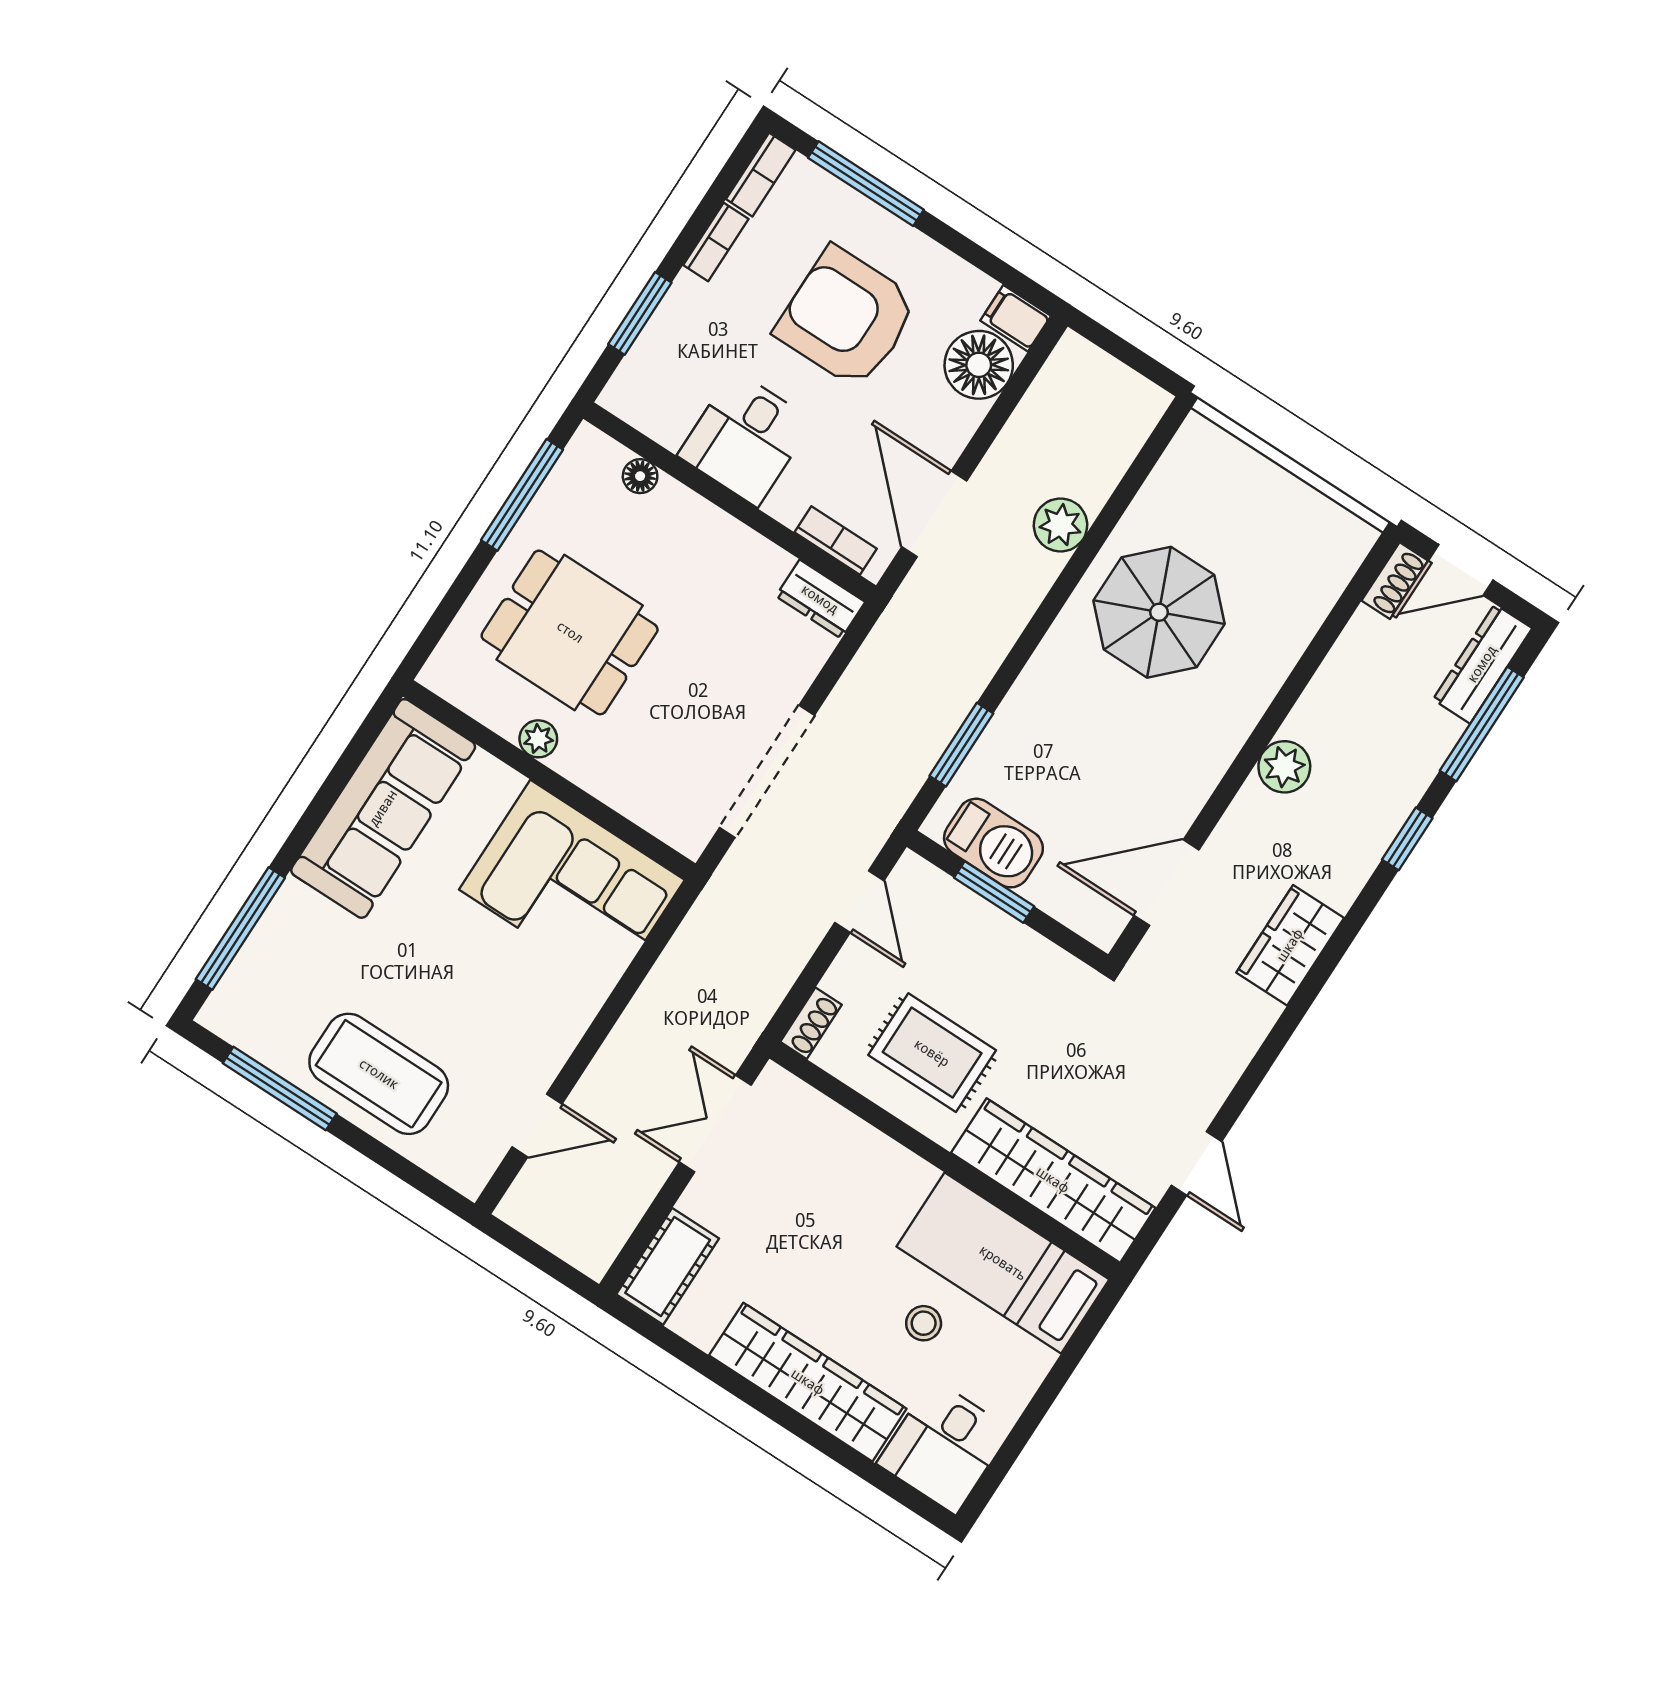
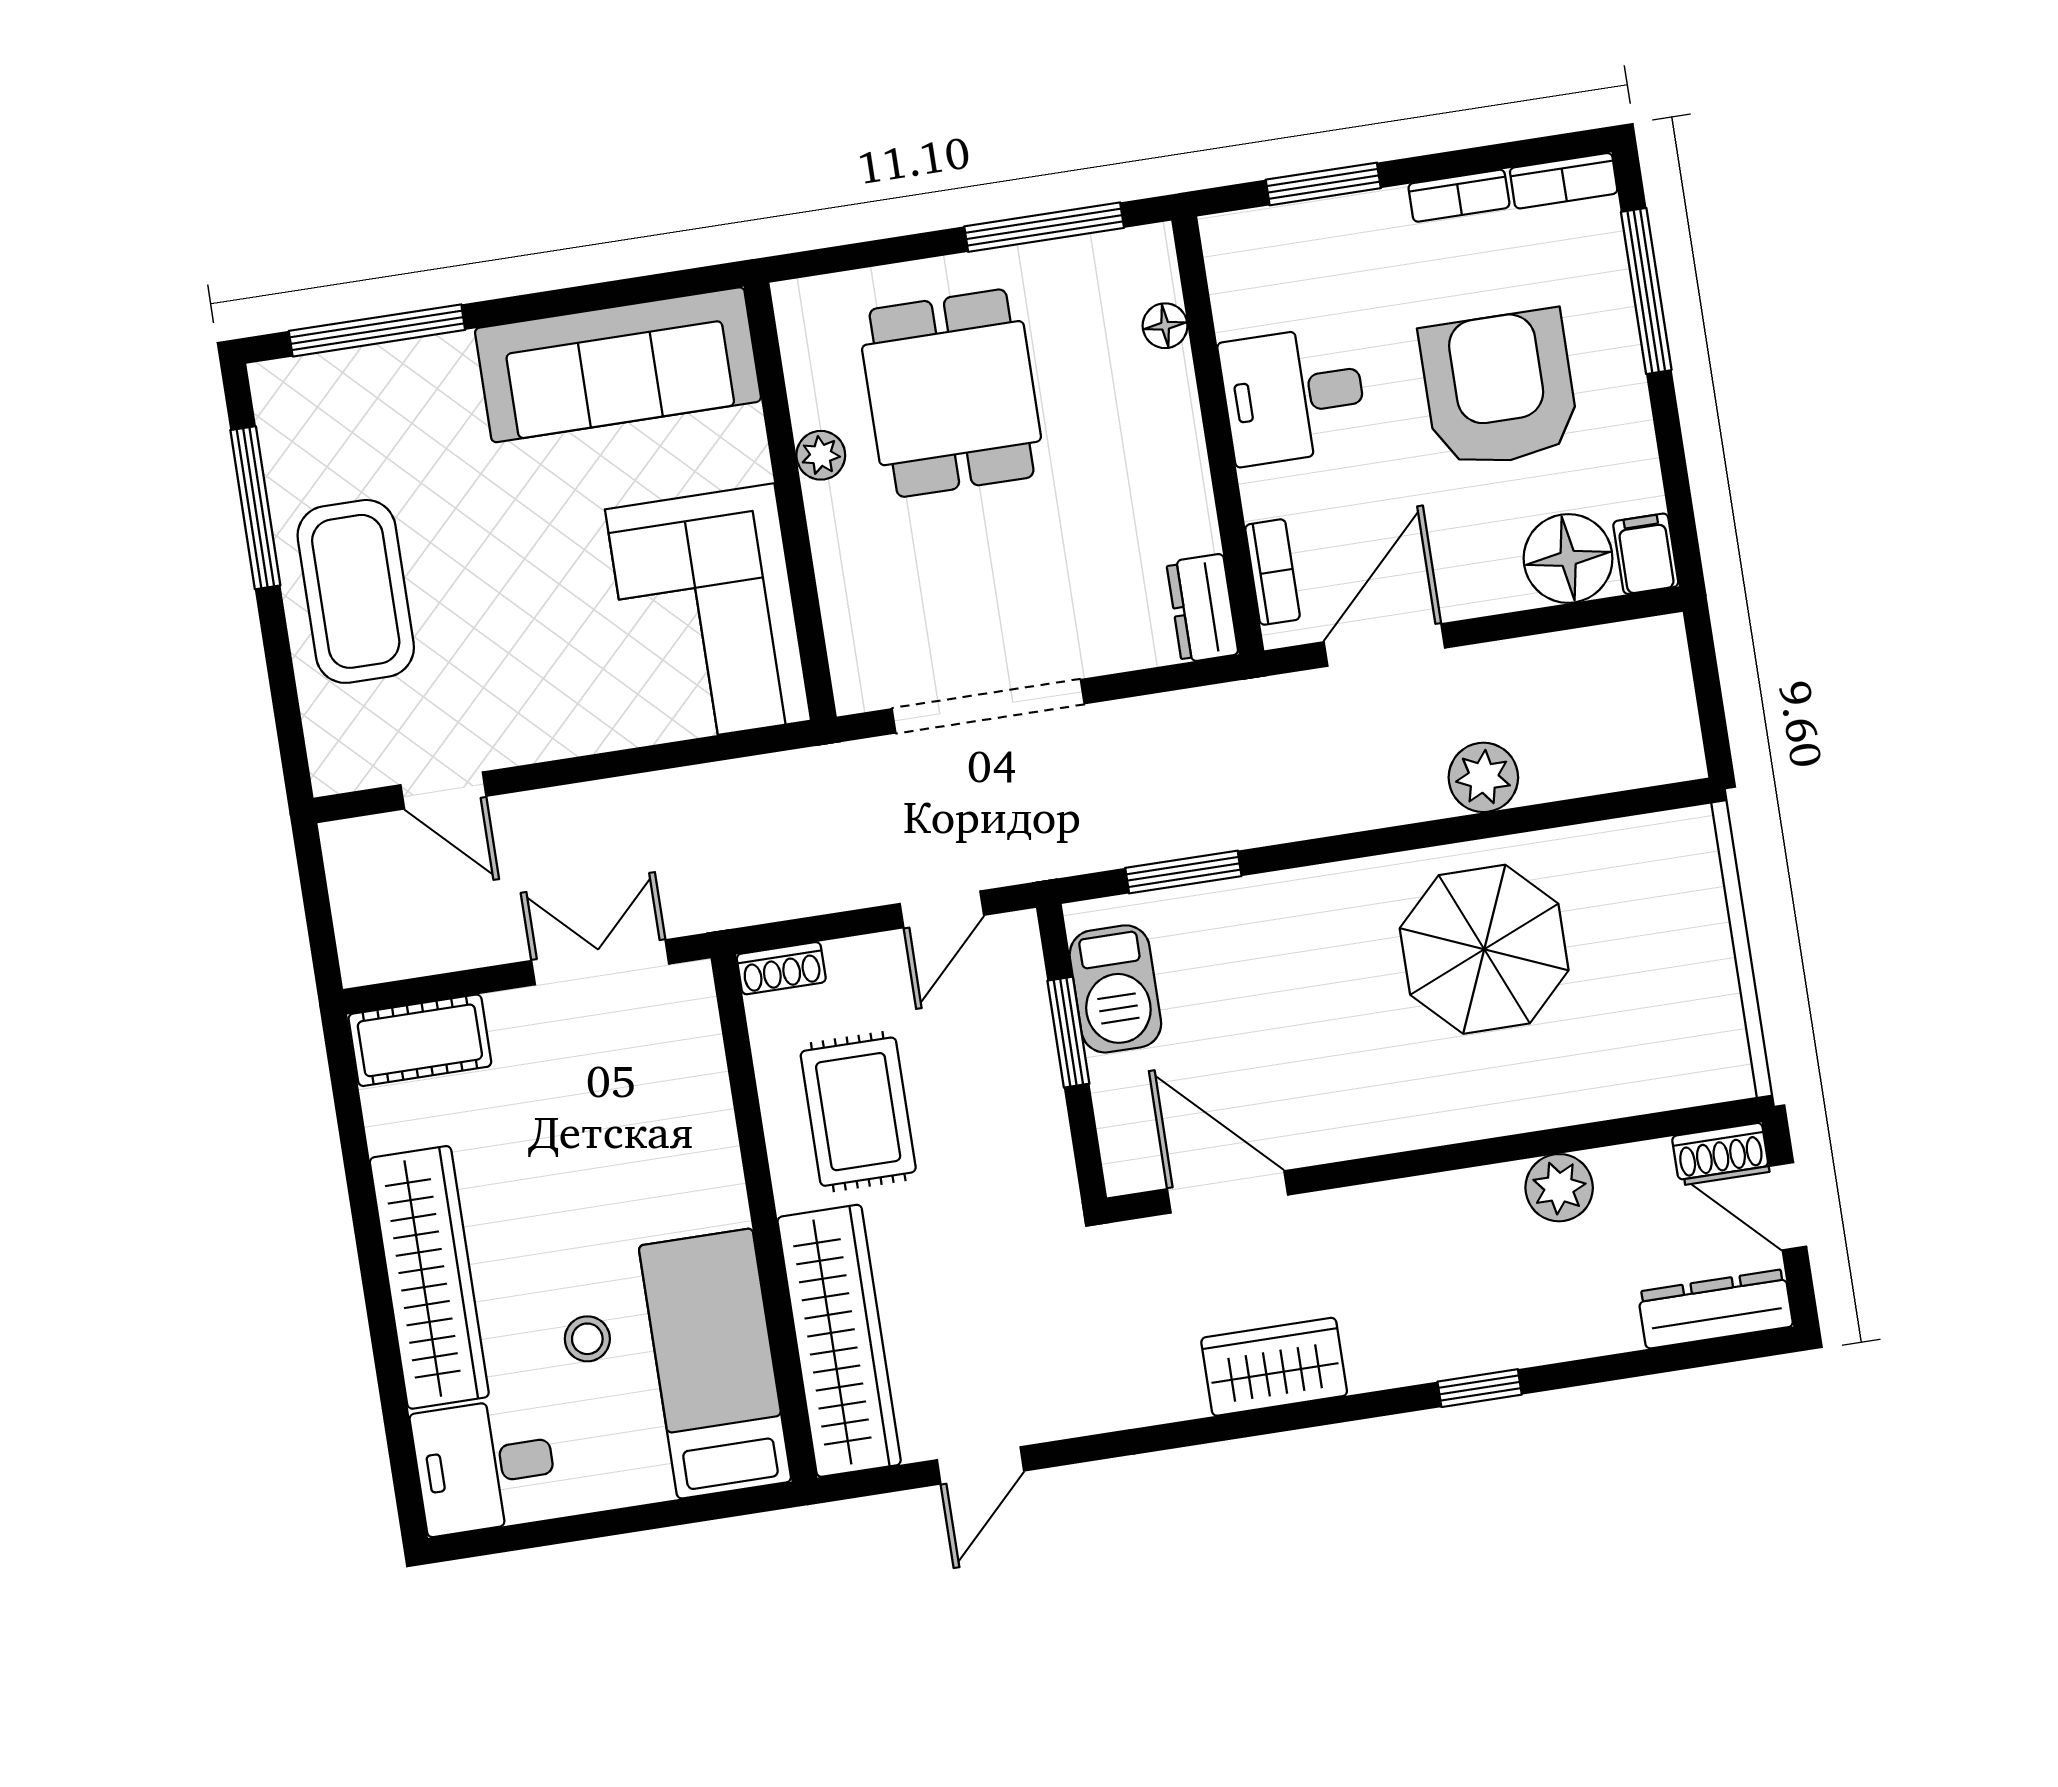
window: (1482, 724) -> (1656, 1361), removed
plant: (1284, 767) -> (1559, 1188), moved

